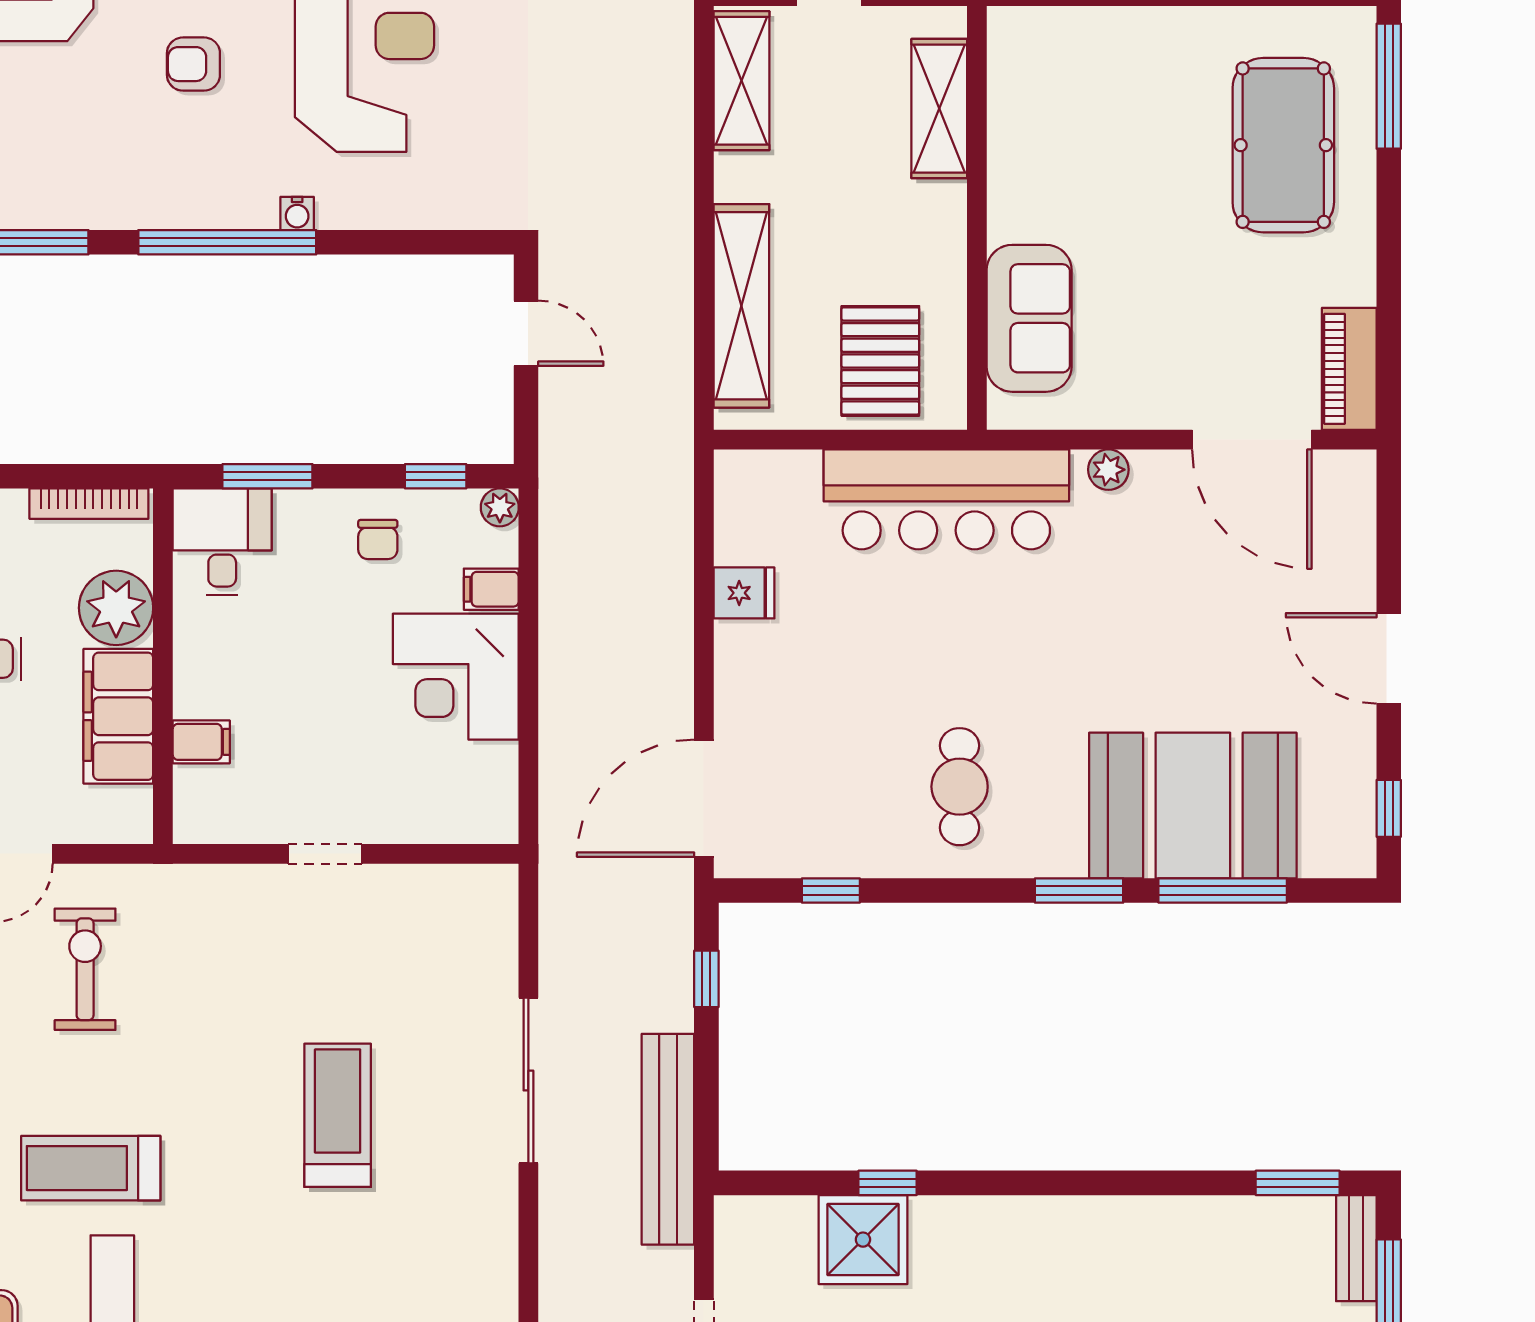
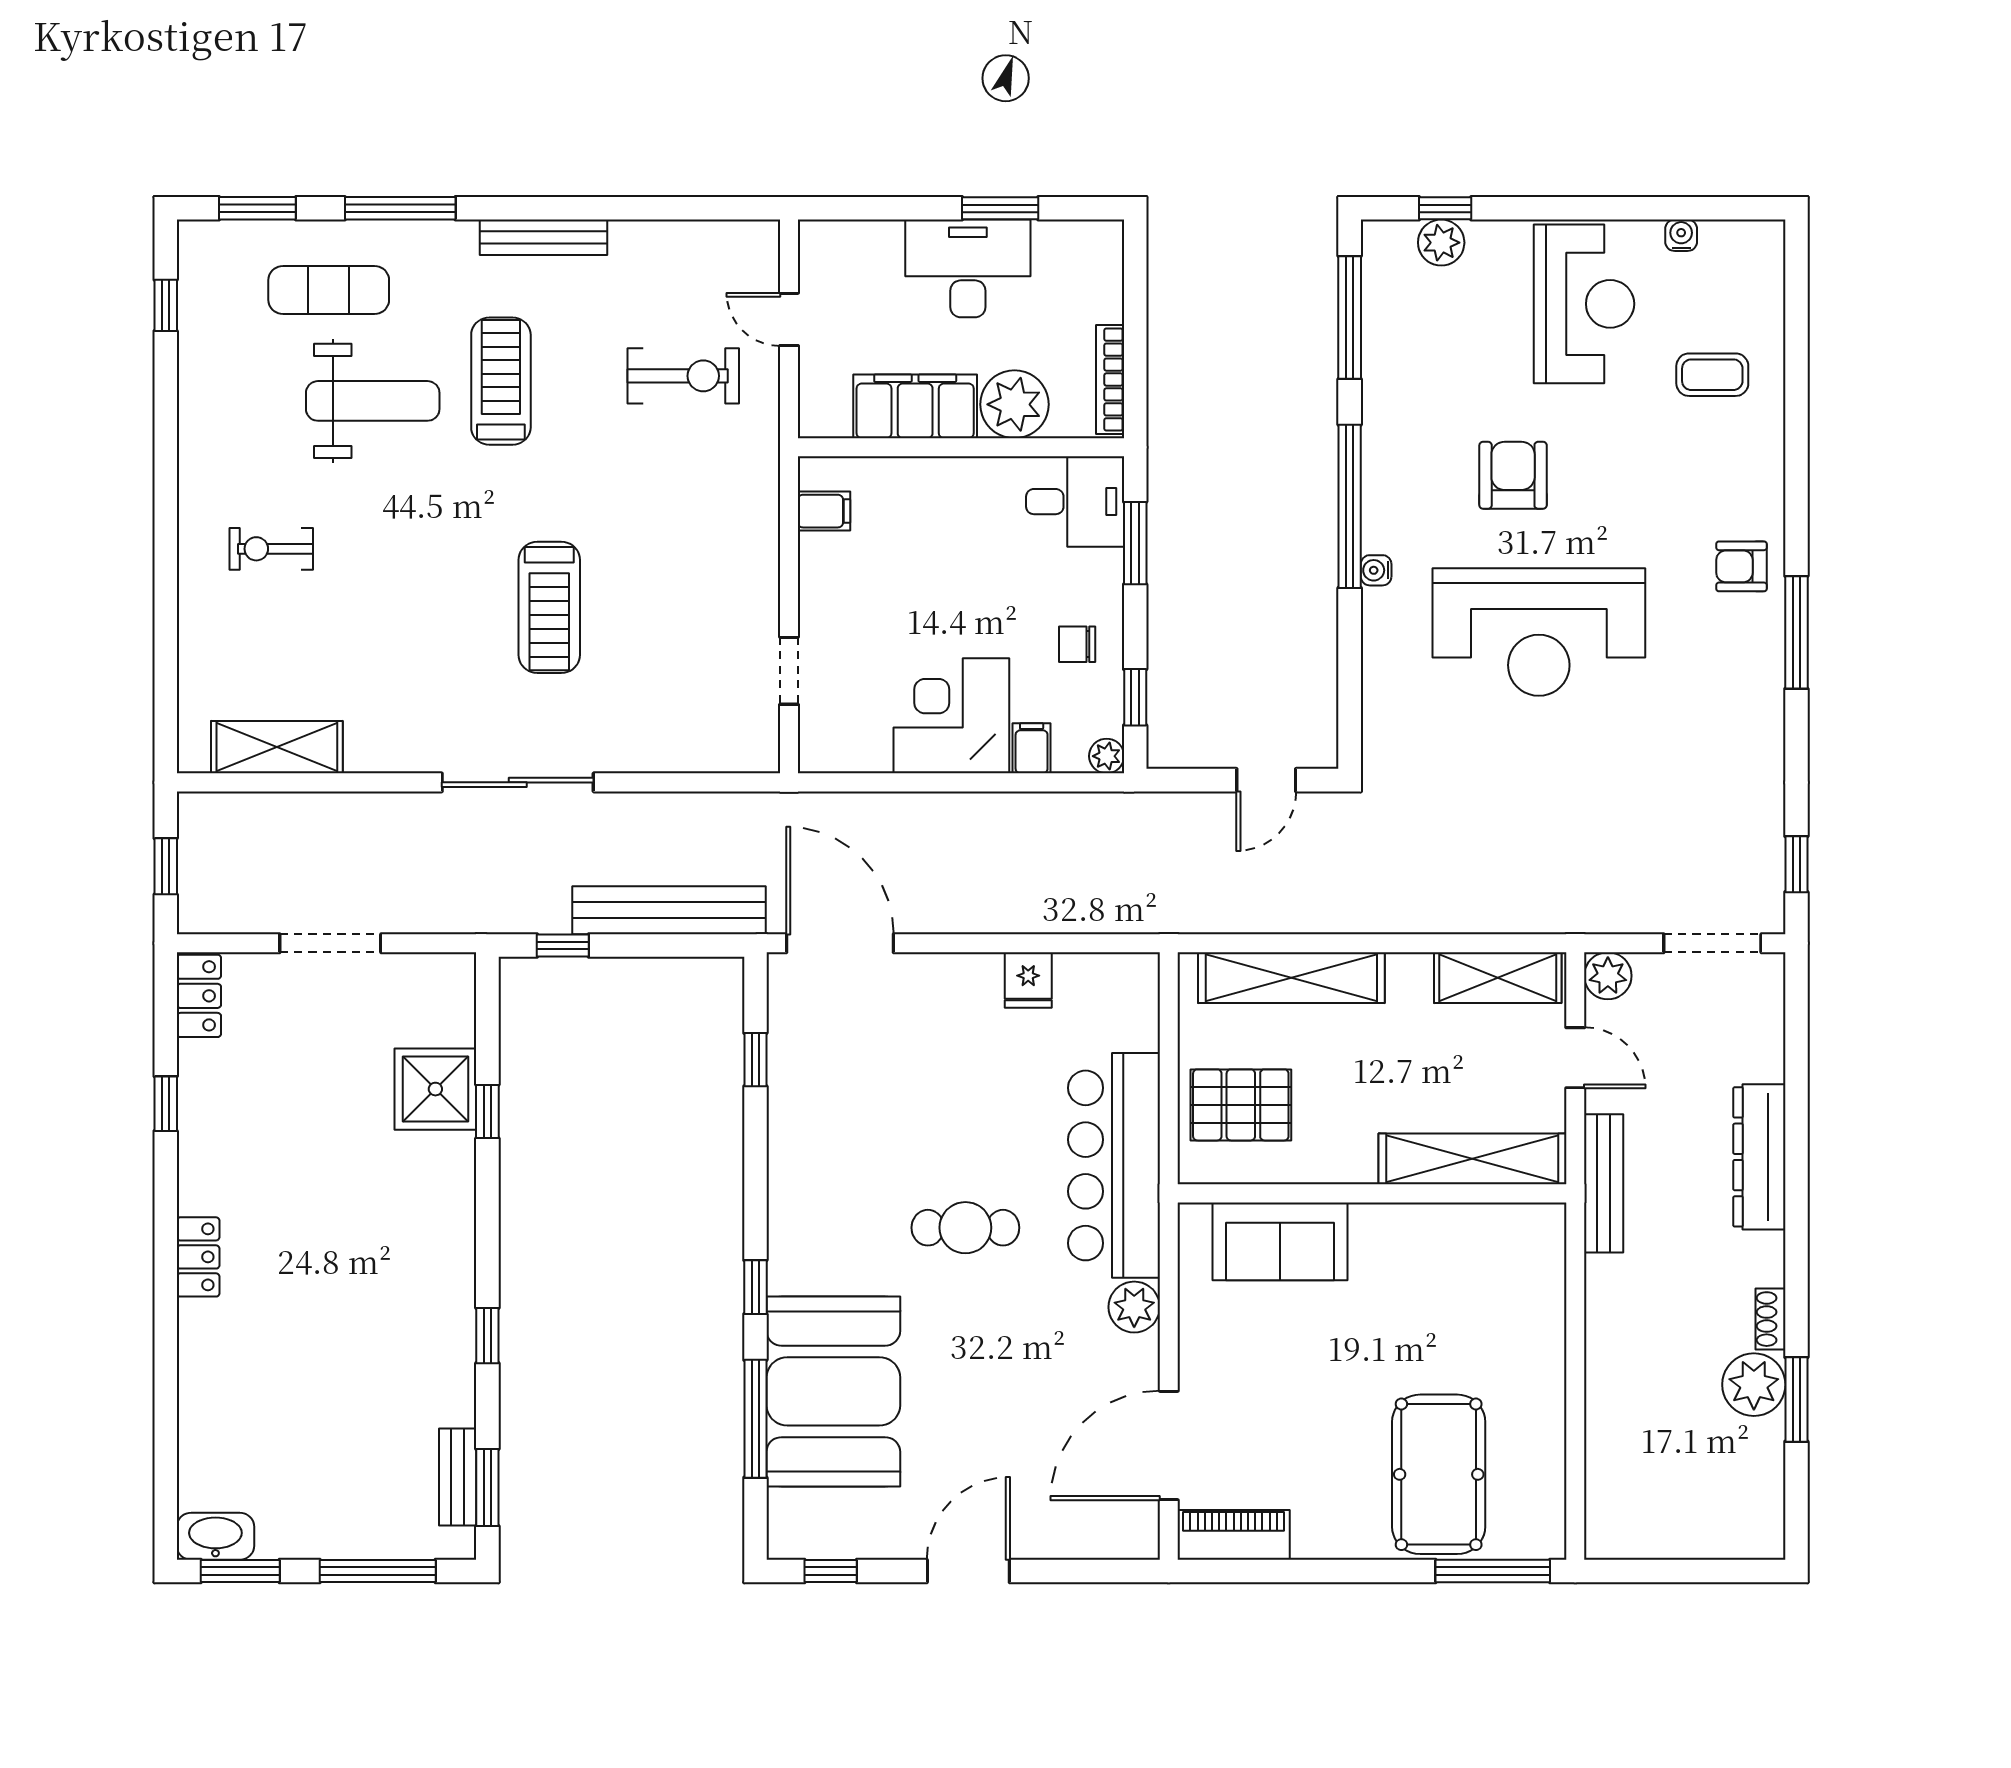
armchair: (193, 64) -> (1513, 475), width x1.38, depth x1.38
shelving: (939, 109) -> (1472, 1159), width x1.47
pool table: (1283, 145) -> (1439, 1474), turned 90
plant: (1108, 470) -> (1134, 1307), width x1.38, depth x1.38
filing cabinet: (201, 742) -> (824, 511), moved, turned -90
cafe table: (960, 787) -> (965, 1228), moved
doorway: (325, 854) -> (789, 671), moved
window: (1079, 890) -> (755, 1287), width x0.67
window: (706, 979) -> (563, 945), moved
sliding door: (528, 1080) -> (518, 782), moved
treadmill: (338, 1115) -> (549, 607), turned 90
bench: (668, 1139) -> (669, 910), moved
window: (1132, 1183) -> (487, 1336), added
bench: (1356, 1248) -> (458, 1477), moved, turned 90

